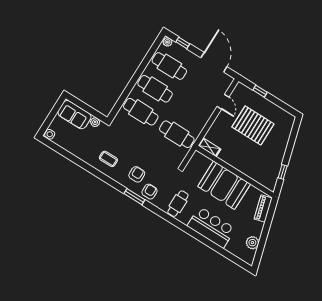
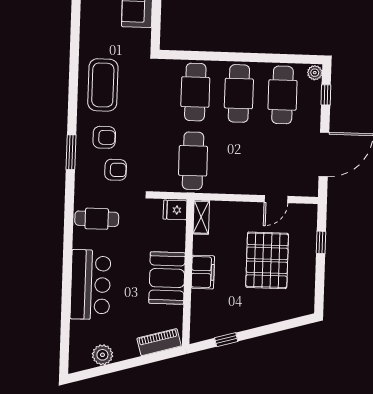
plant: (95, 122) -> (144, 37), removed
coffee table: (108, 159) -> (103, 85), width x1.86, depth x1.72
fridge: (197, 159) -> (175, 210), added
filing cabinet: (239, 163) -> (203, 272), added
booth: (224, 185) -> (167, 278), width x0.73, depth x0.70
armchair: (149, 192) -> (116, 170), moved

